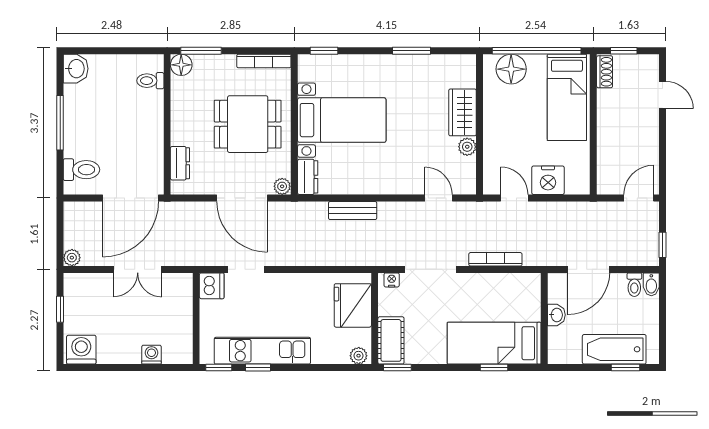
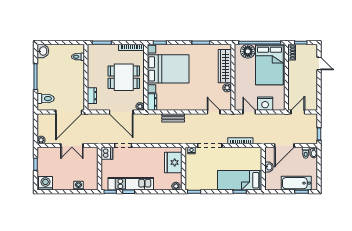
floor lamp: (181, 65) -> (92, 49), removed
bed: (567, 97) -> (269, 65), width x1.50
wardrobe: (463, 112) -> (225, 66), width x1.50
bed with nightstands: (342, 120) -> (168, 69), width x1.36
door: (639, 198) -> (298, 112), moved
cot: (391, 340) -> (191, 179), removed

